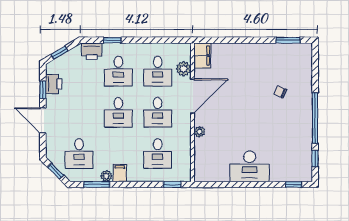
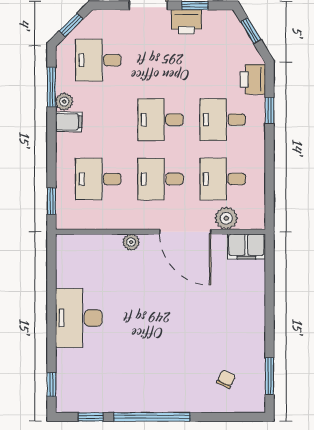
printer: (54, 84) -> (186, 22), moved
chair: (280, 92) -> (226, 379), moved

